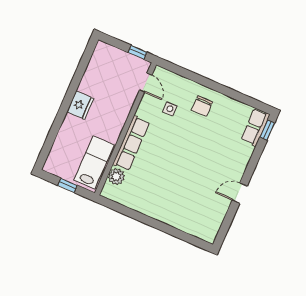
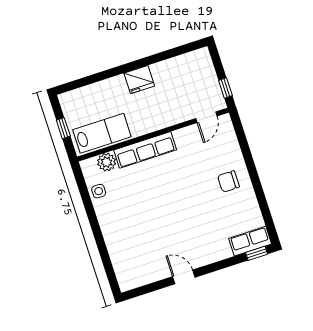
side table: (170, 109) -> (99, 191), moved

